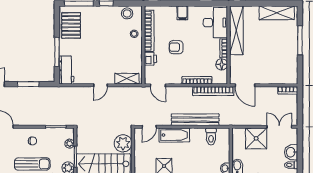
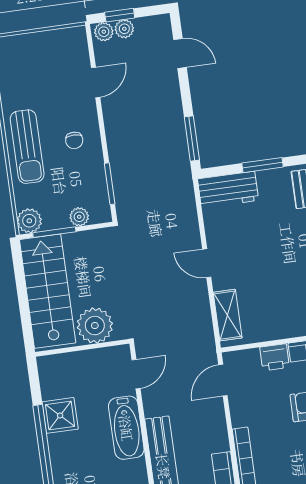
window: (57, 52) -> (262, 165), width x0.69
window: (28, 84) -> (192, 139), moved
door: (149, 127) -> (136, 374), swing flipped

